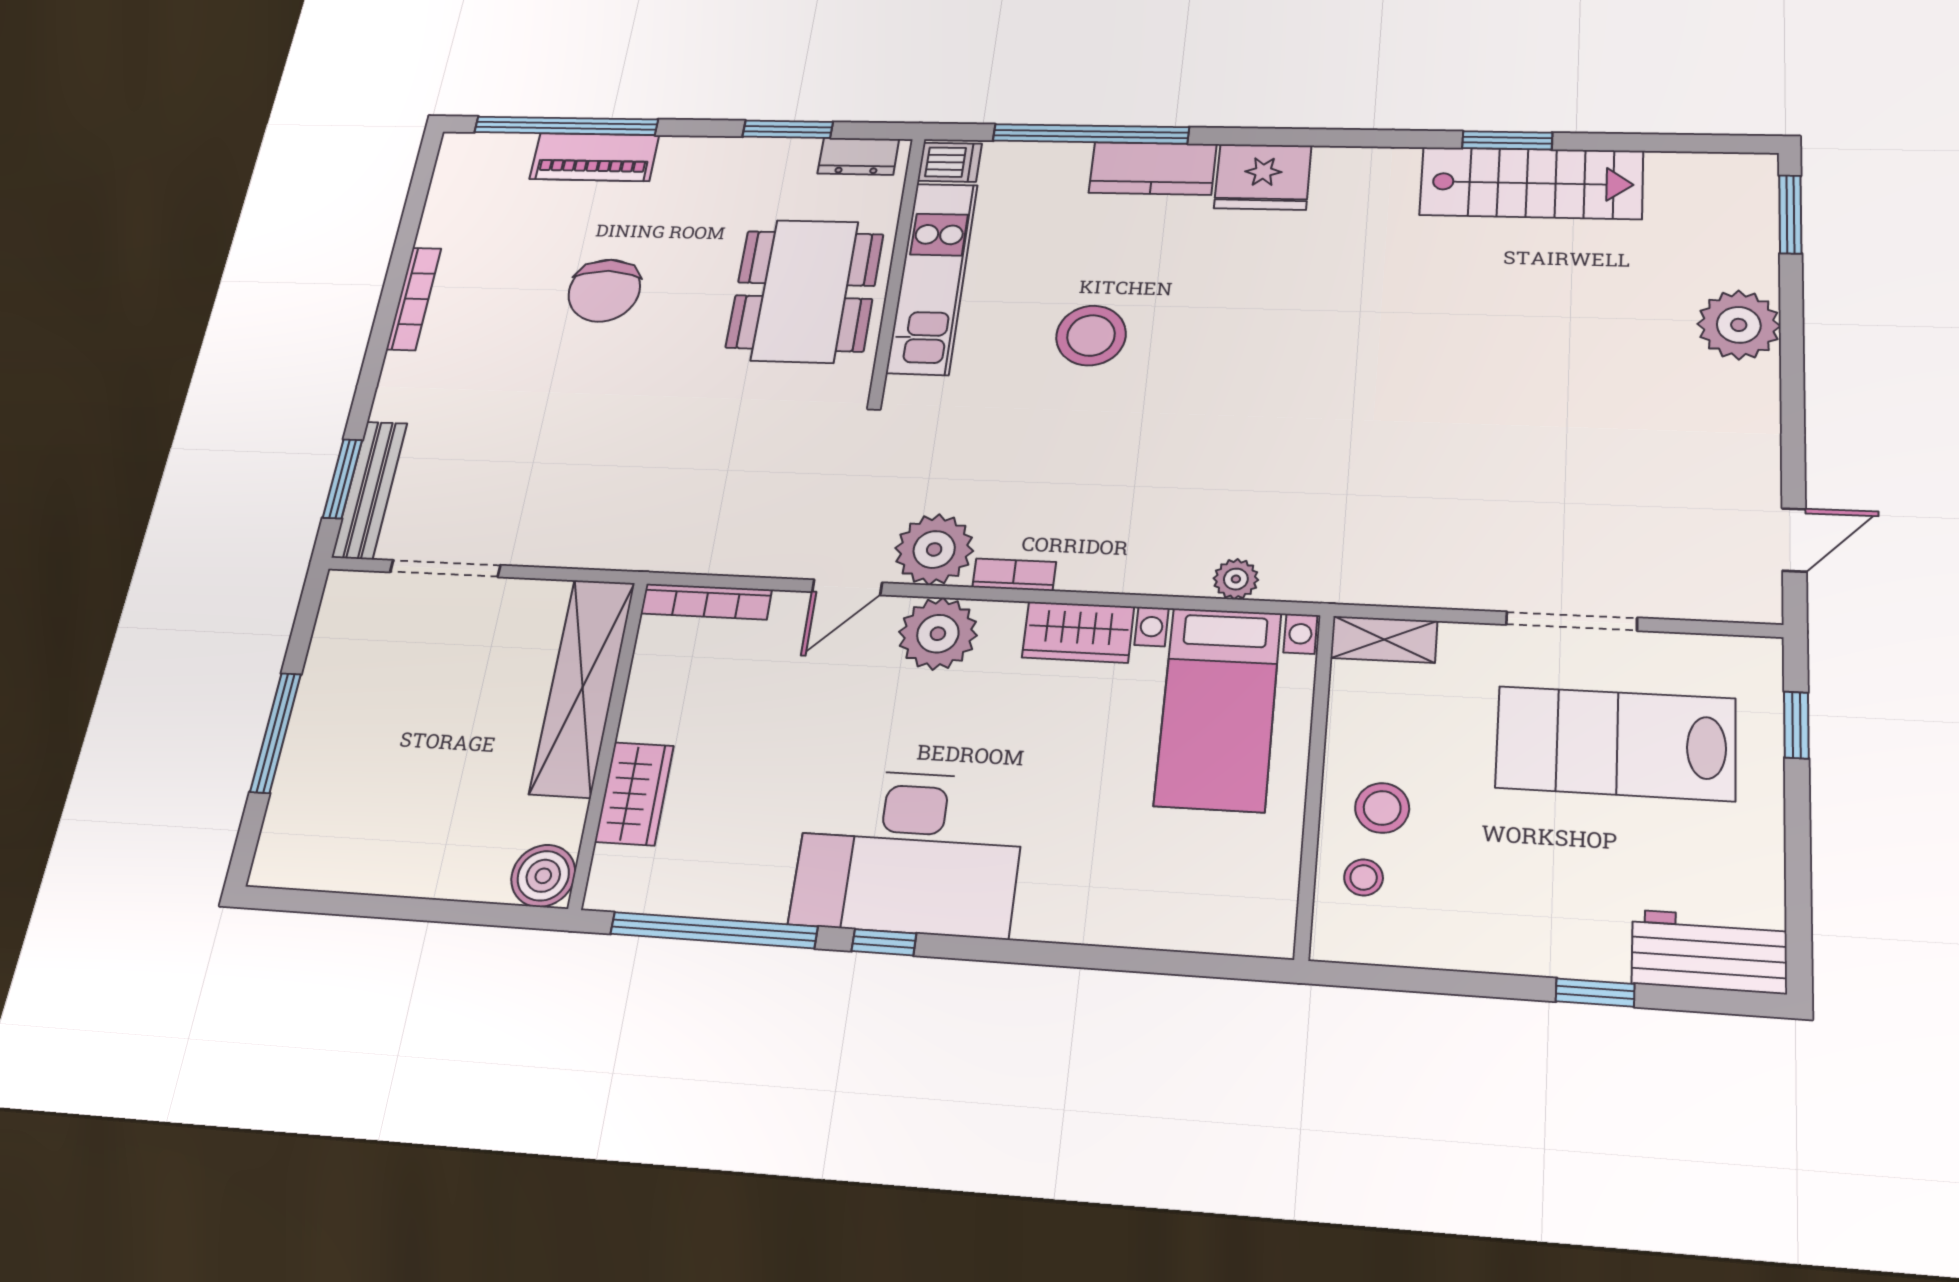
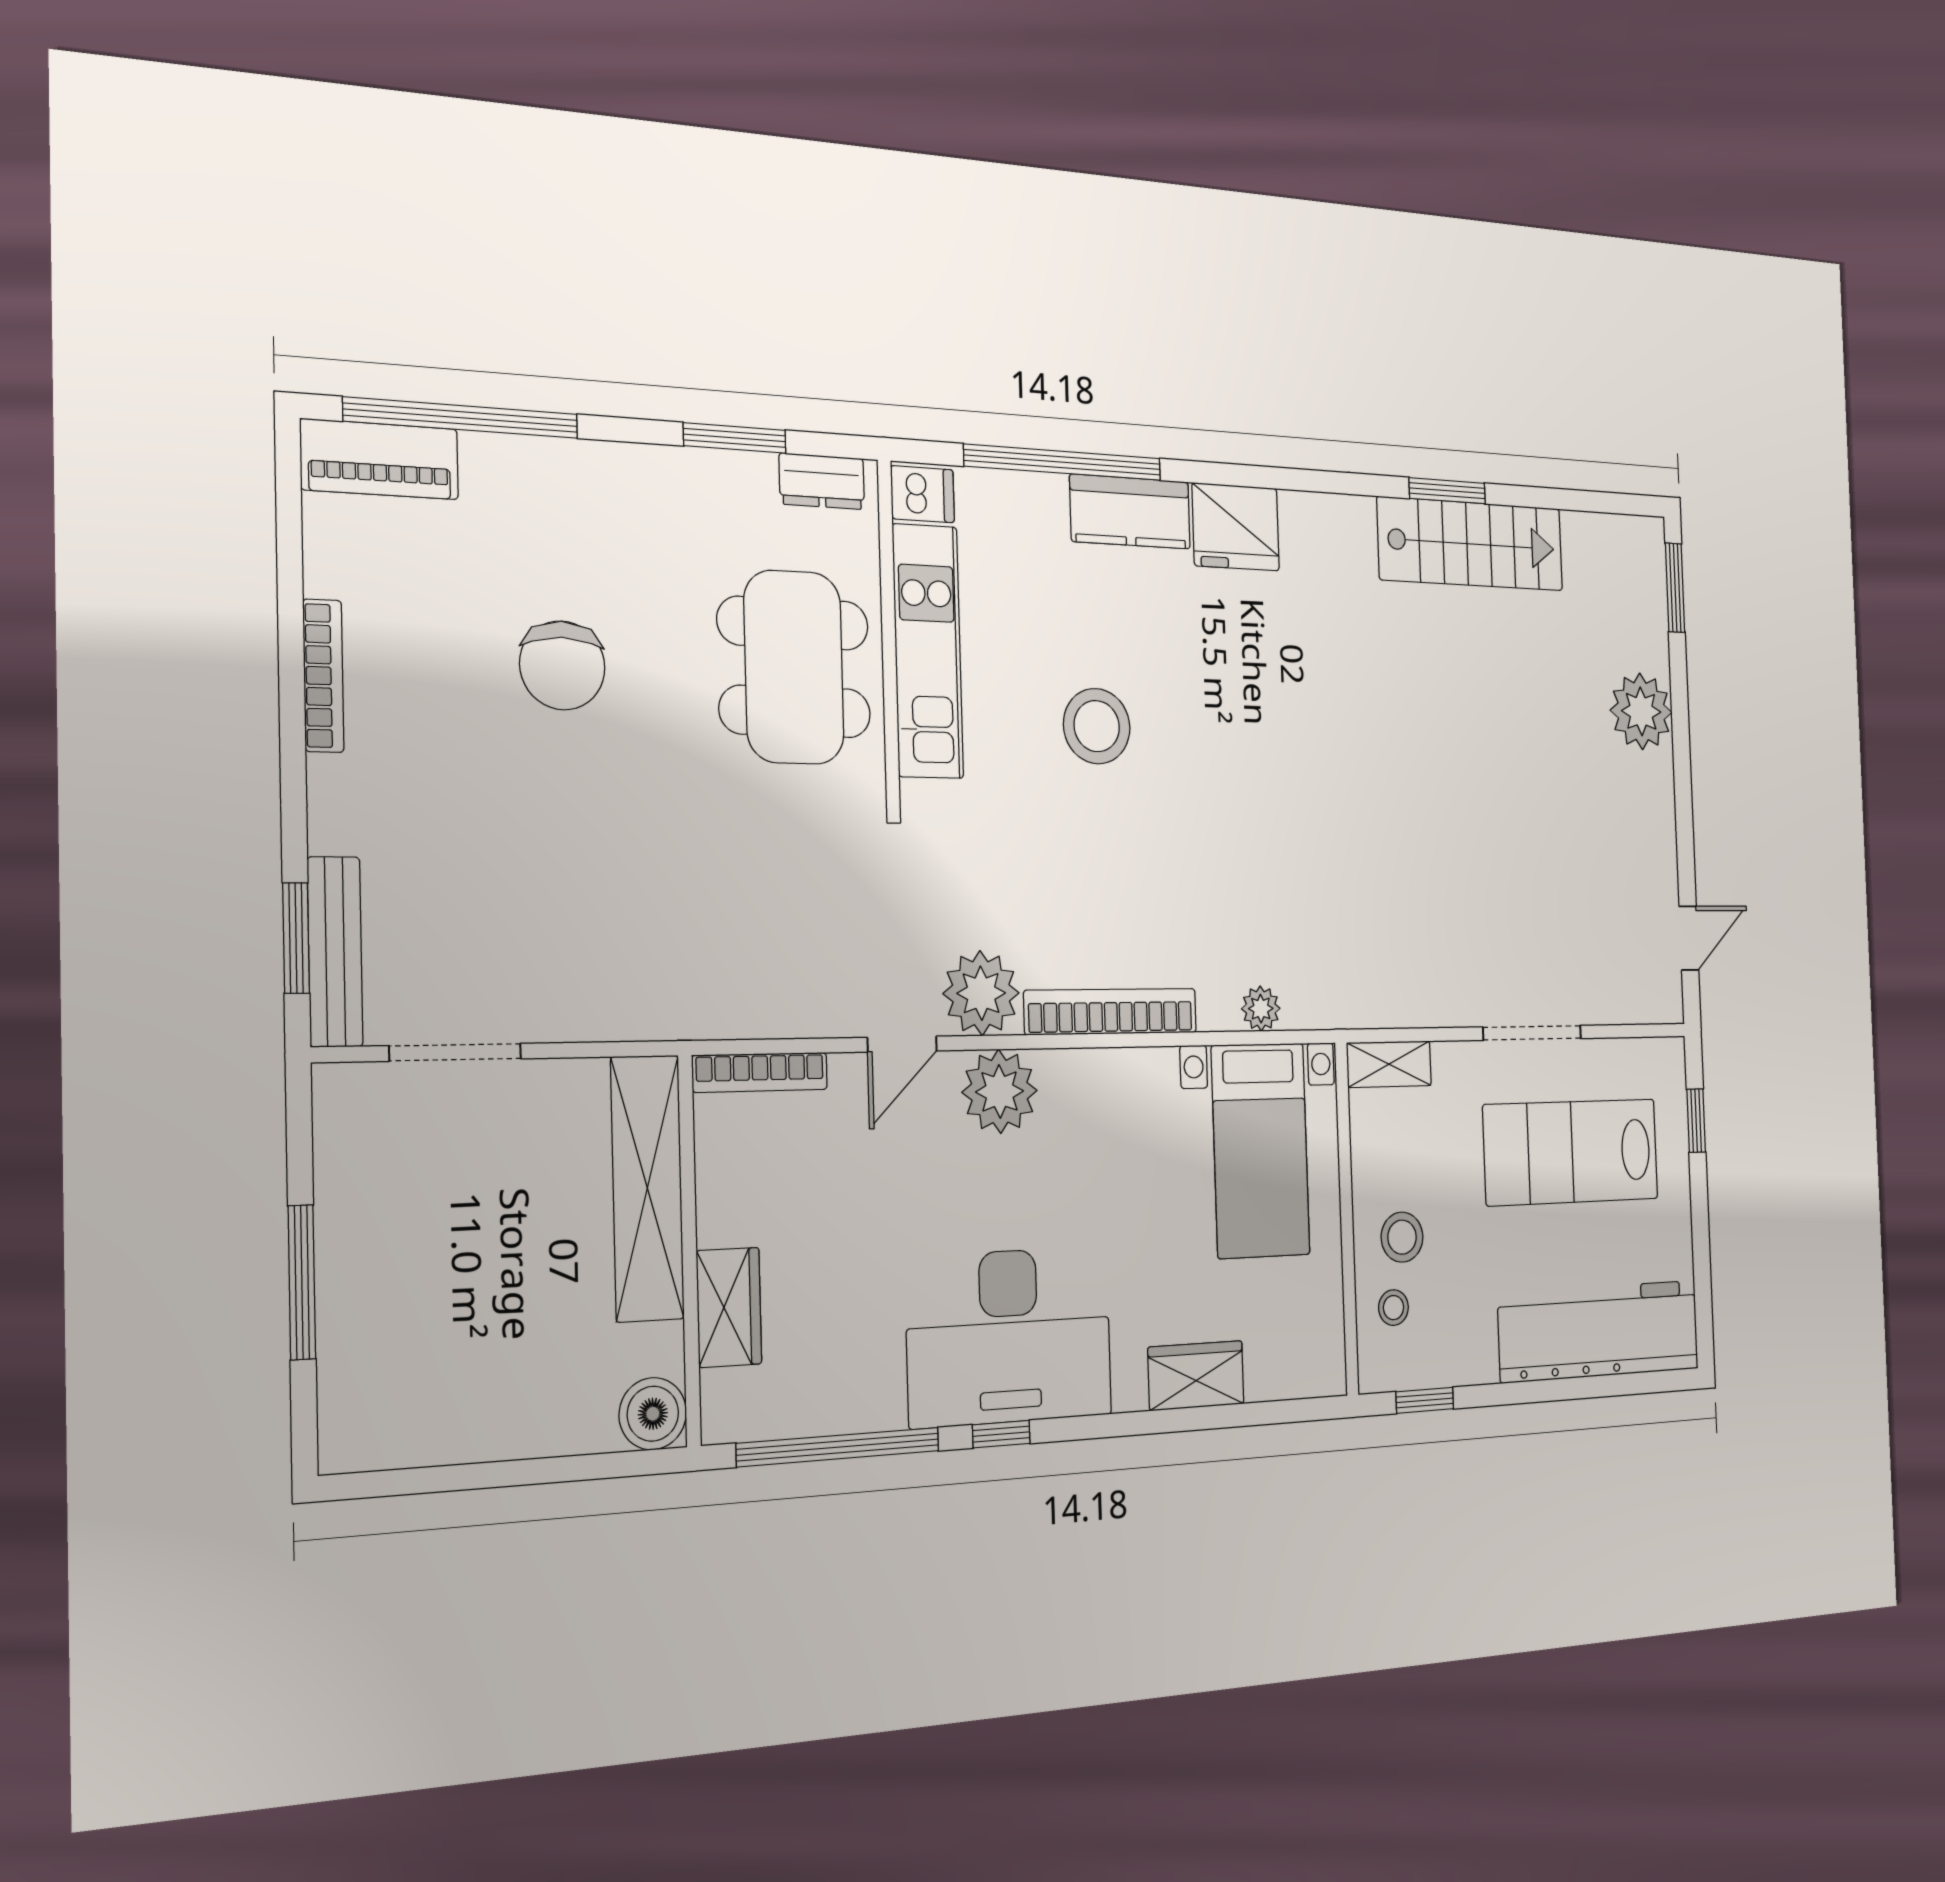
piano: (594, 157) -> (380, 459), moved
bookcase: (1014, 575) -> (1111, 1012), width x2.31, depth x1.31
wardrobe: (1078, 632) -> (1196, 1376), moved, turned 180
workbench: (1709, 952) -> (1599, 1331), width x1.88, depth x1.32
window: (1595, 993) -> (1425, 1400), moved

